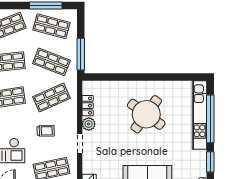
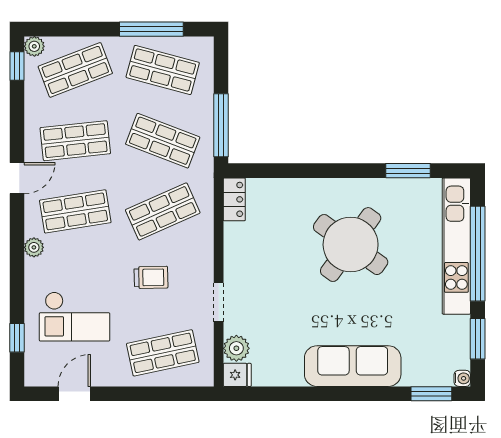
window: (175, 77) -> (408, 171), added
locker: (88, 106) -> (234, 199), moved
plant: (89, 124) -> (236, 348), moved

